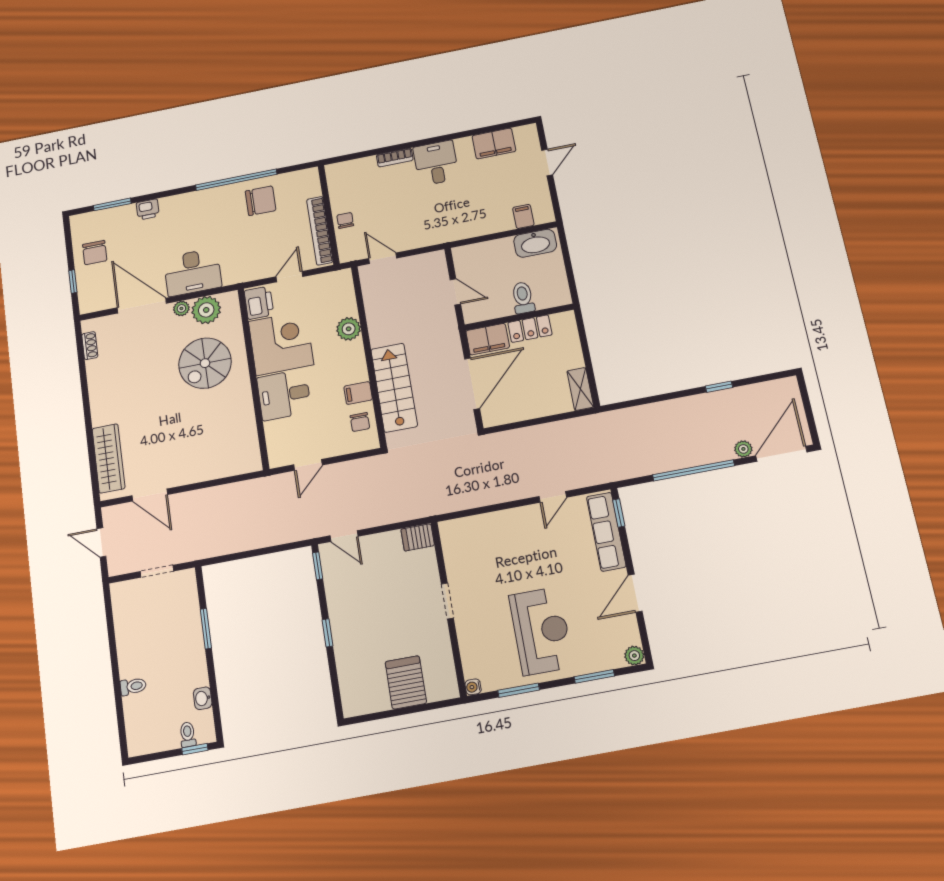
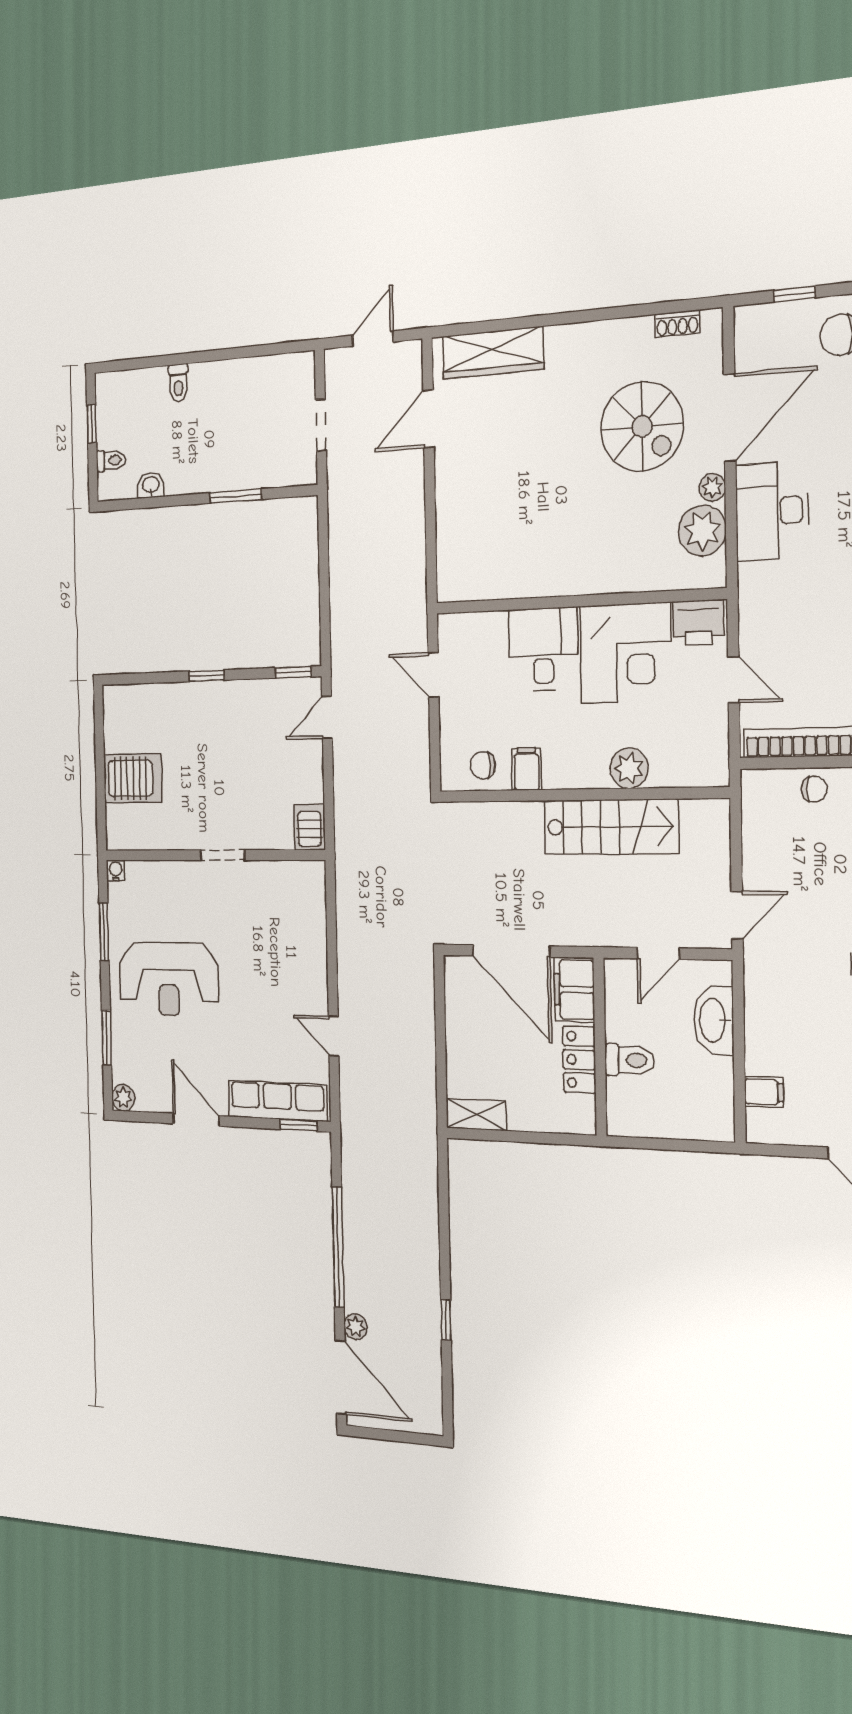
washbasin: (535, 243) -> (714, 1020), moved
door: (383, 258) -> (737, 915), moved
spiral stairs: (205, 363) -> (642, 426), moved, turned 180
stairs: (394, 388) -> (611, 827), moved
window: (195, 749) -> (92, 424), moved

